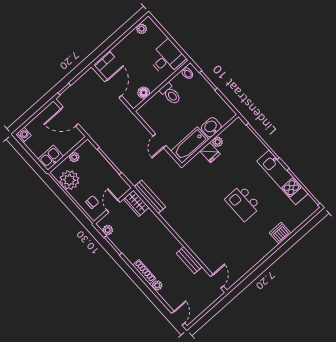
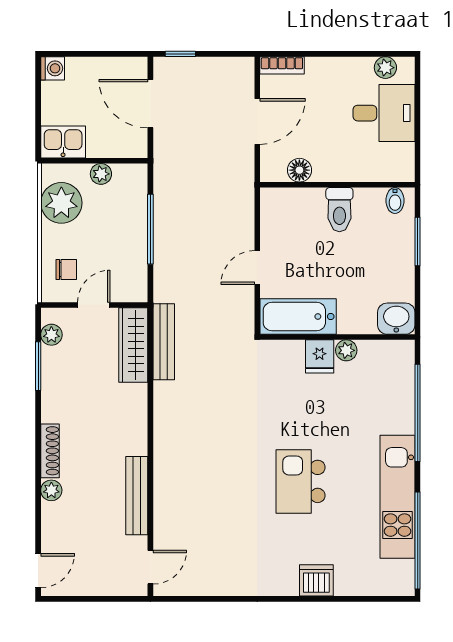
desk: (167, 58) -> (384, 113), moved
washbasin: (211, 127) -> (396, 319), moved
wardrobe: (136, 203) -> (133, 345), width x1.50
bench: (189, 260) -> (137, 496), width x1.36

